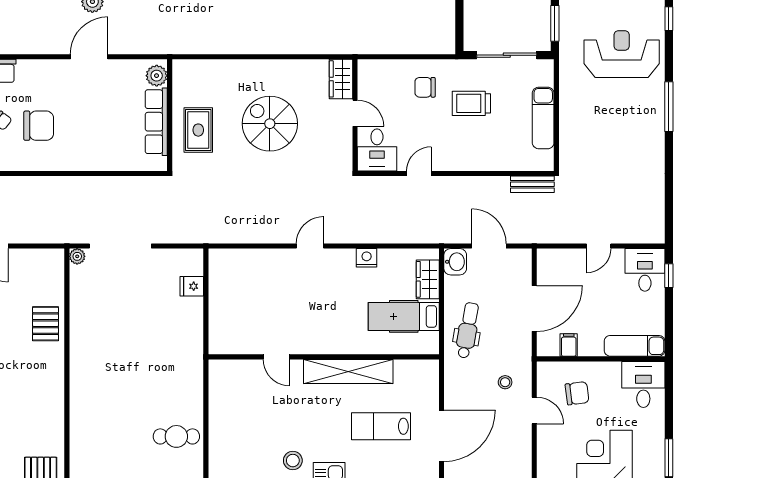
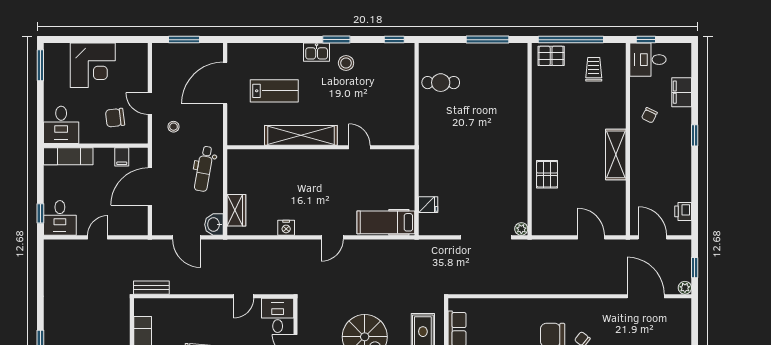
hospital bed: (404, 316) -> (386, 222), moved, turned 180

